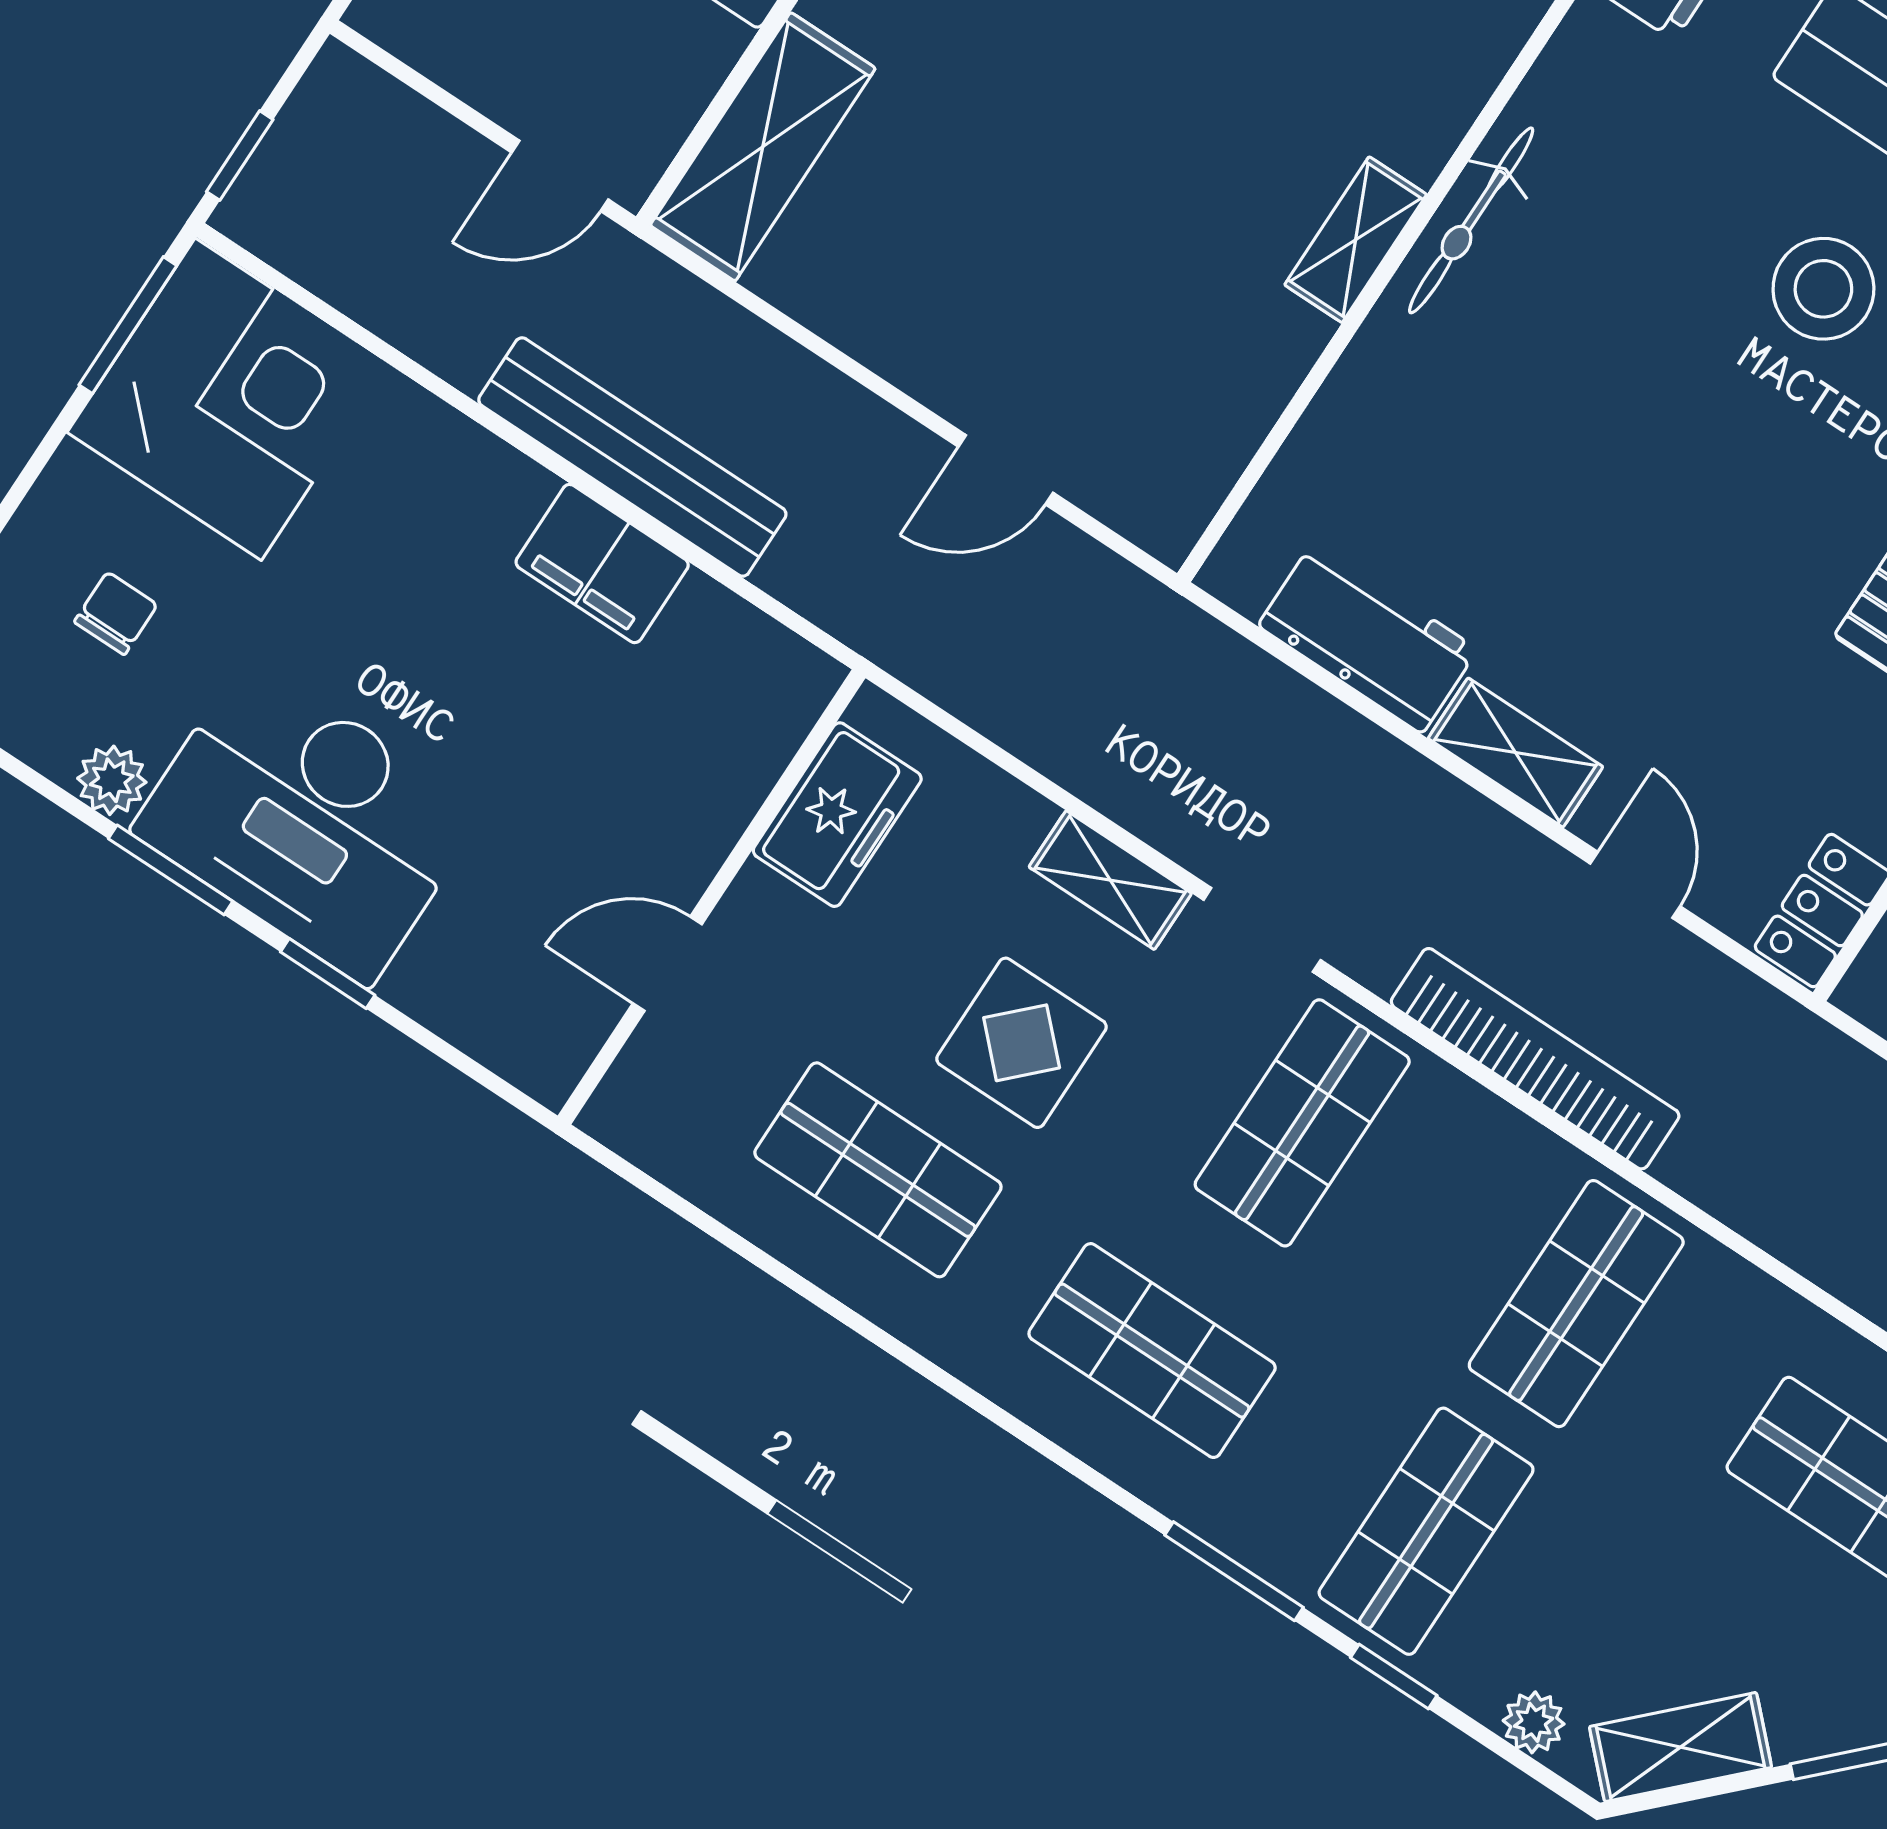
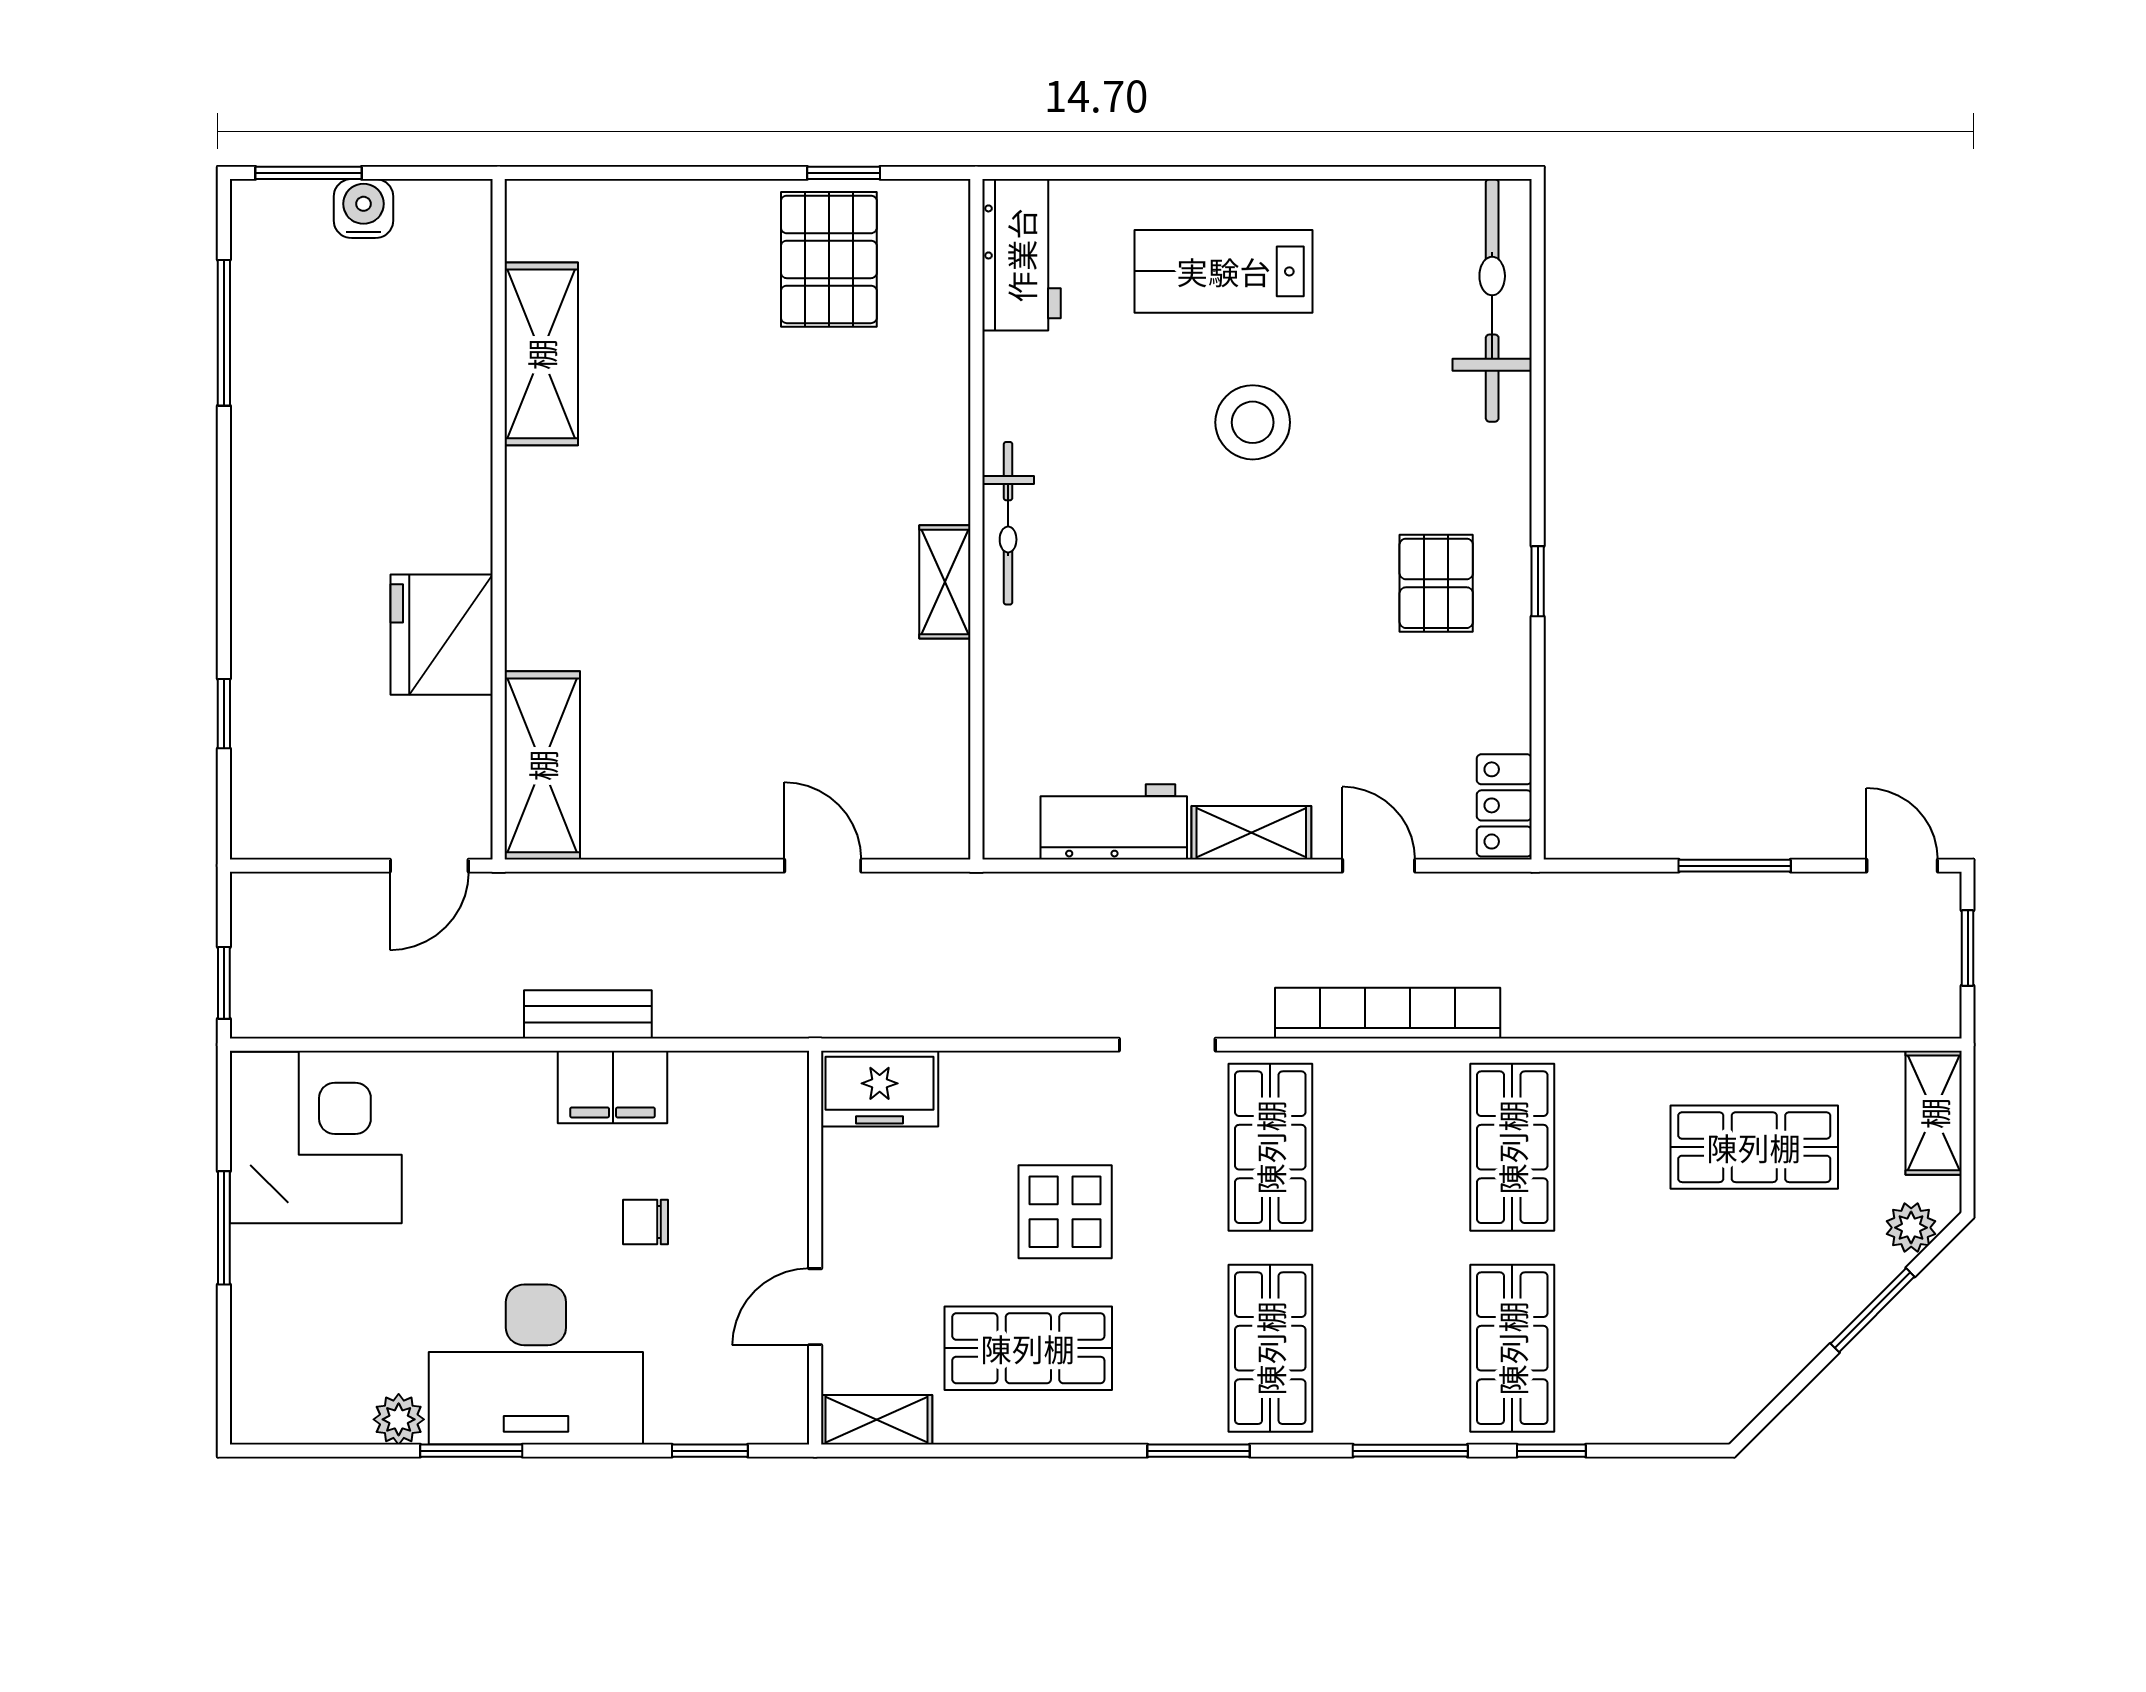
window: (128, 325) -> (224, 1228), moved
bench: (632, 457) -> (588, 1014), width x0.54, depth x0.82
door: (1006, 470) -> (823, 866), swing flipped
chair: (116, 613) -> (645, 1222), moved, turned -90
freezer: (837, 815) -> (880, 1089), moved, turned 90
shelving: (1110, 880) -> (877, 1420), moved
window: (328, 974) -> (710, 1451), moved
shop shelf: (1152, 1351) -> (1270, 1348), turned 90
window: (994, 1413) -> (1198, 1451), added
plant: (1534, 1722) -> (1656, 1422), removed
shelving: (1681, 1747) -> (1756, 1378), removed

